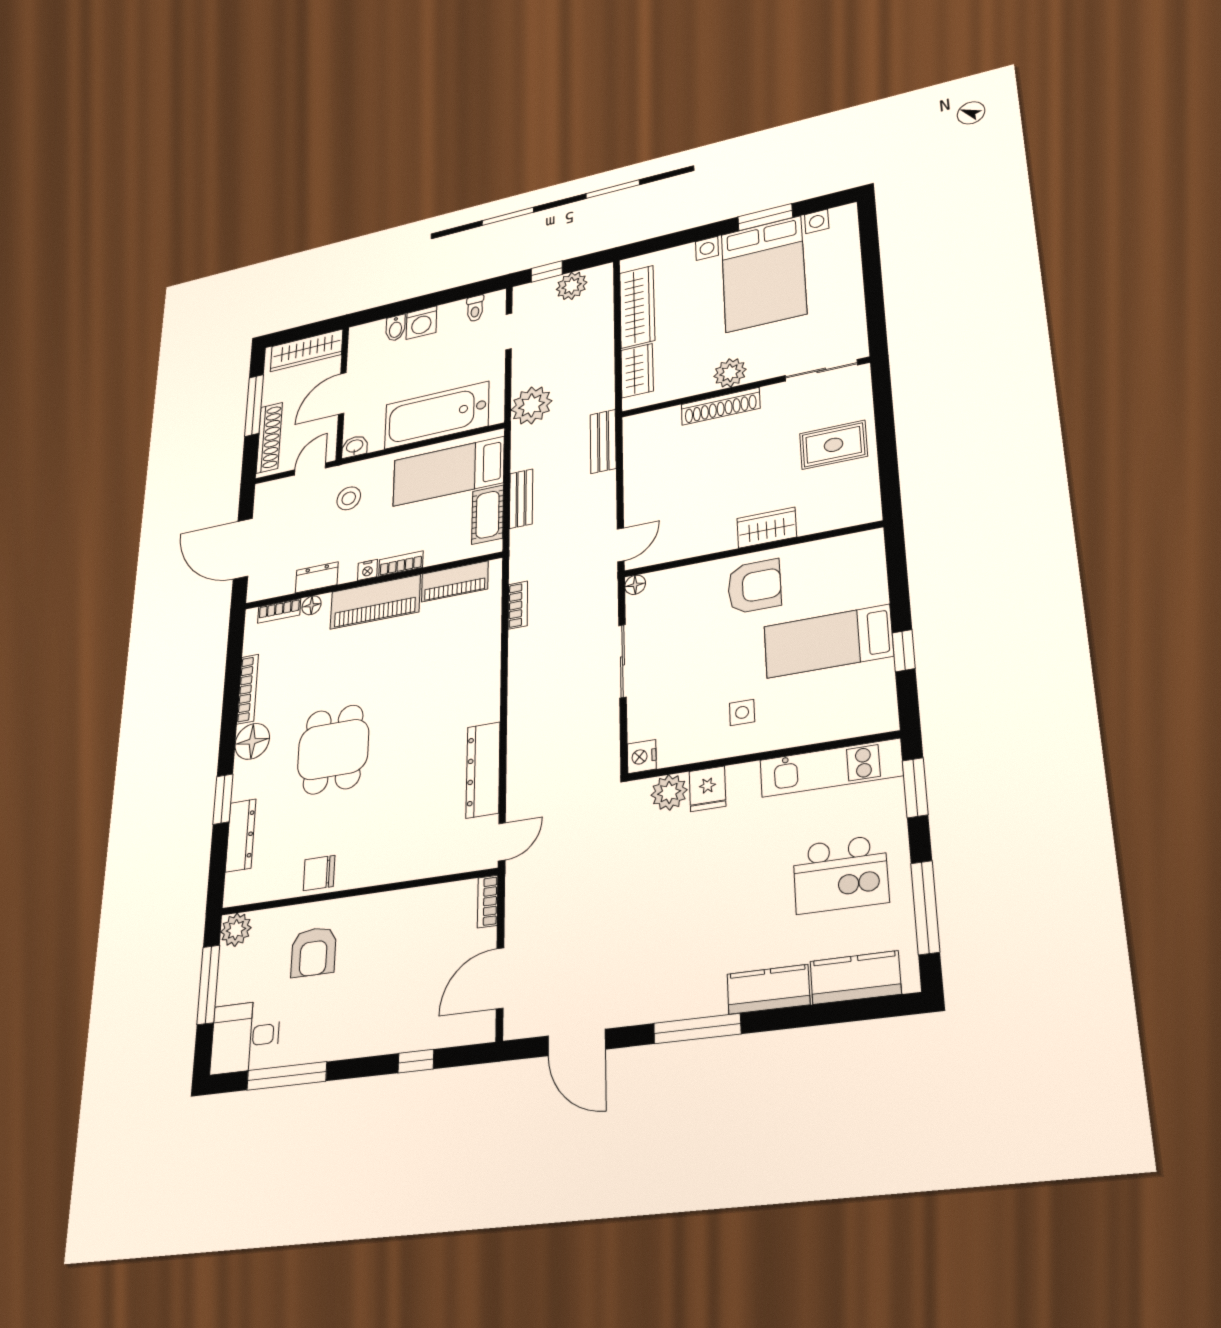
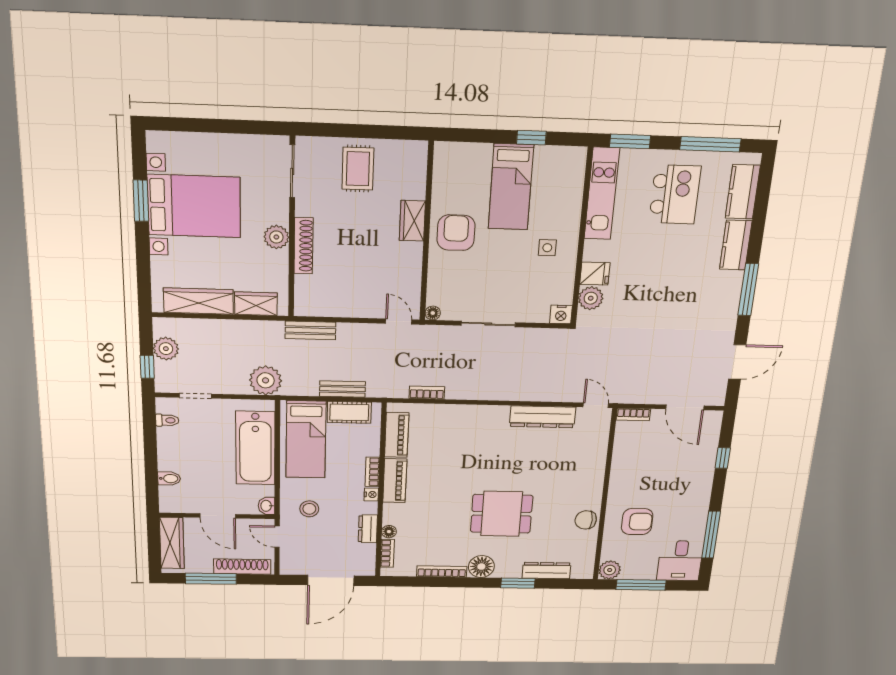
washing machine: (421, 323) -> (169, 460), removed
piano: (375, 602) -> (395, 481), width x0.73, depth x0.75
chair: (319, 873) -> (586, 520), turned 90

